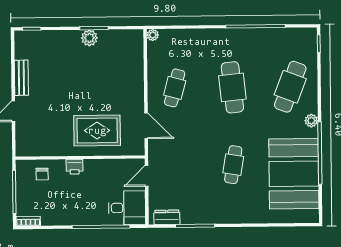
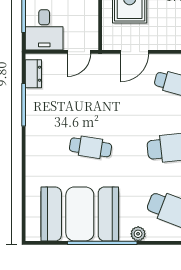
door: (147, 176) -> (79, 52), swing flipped

